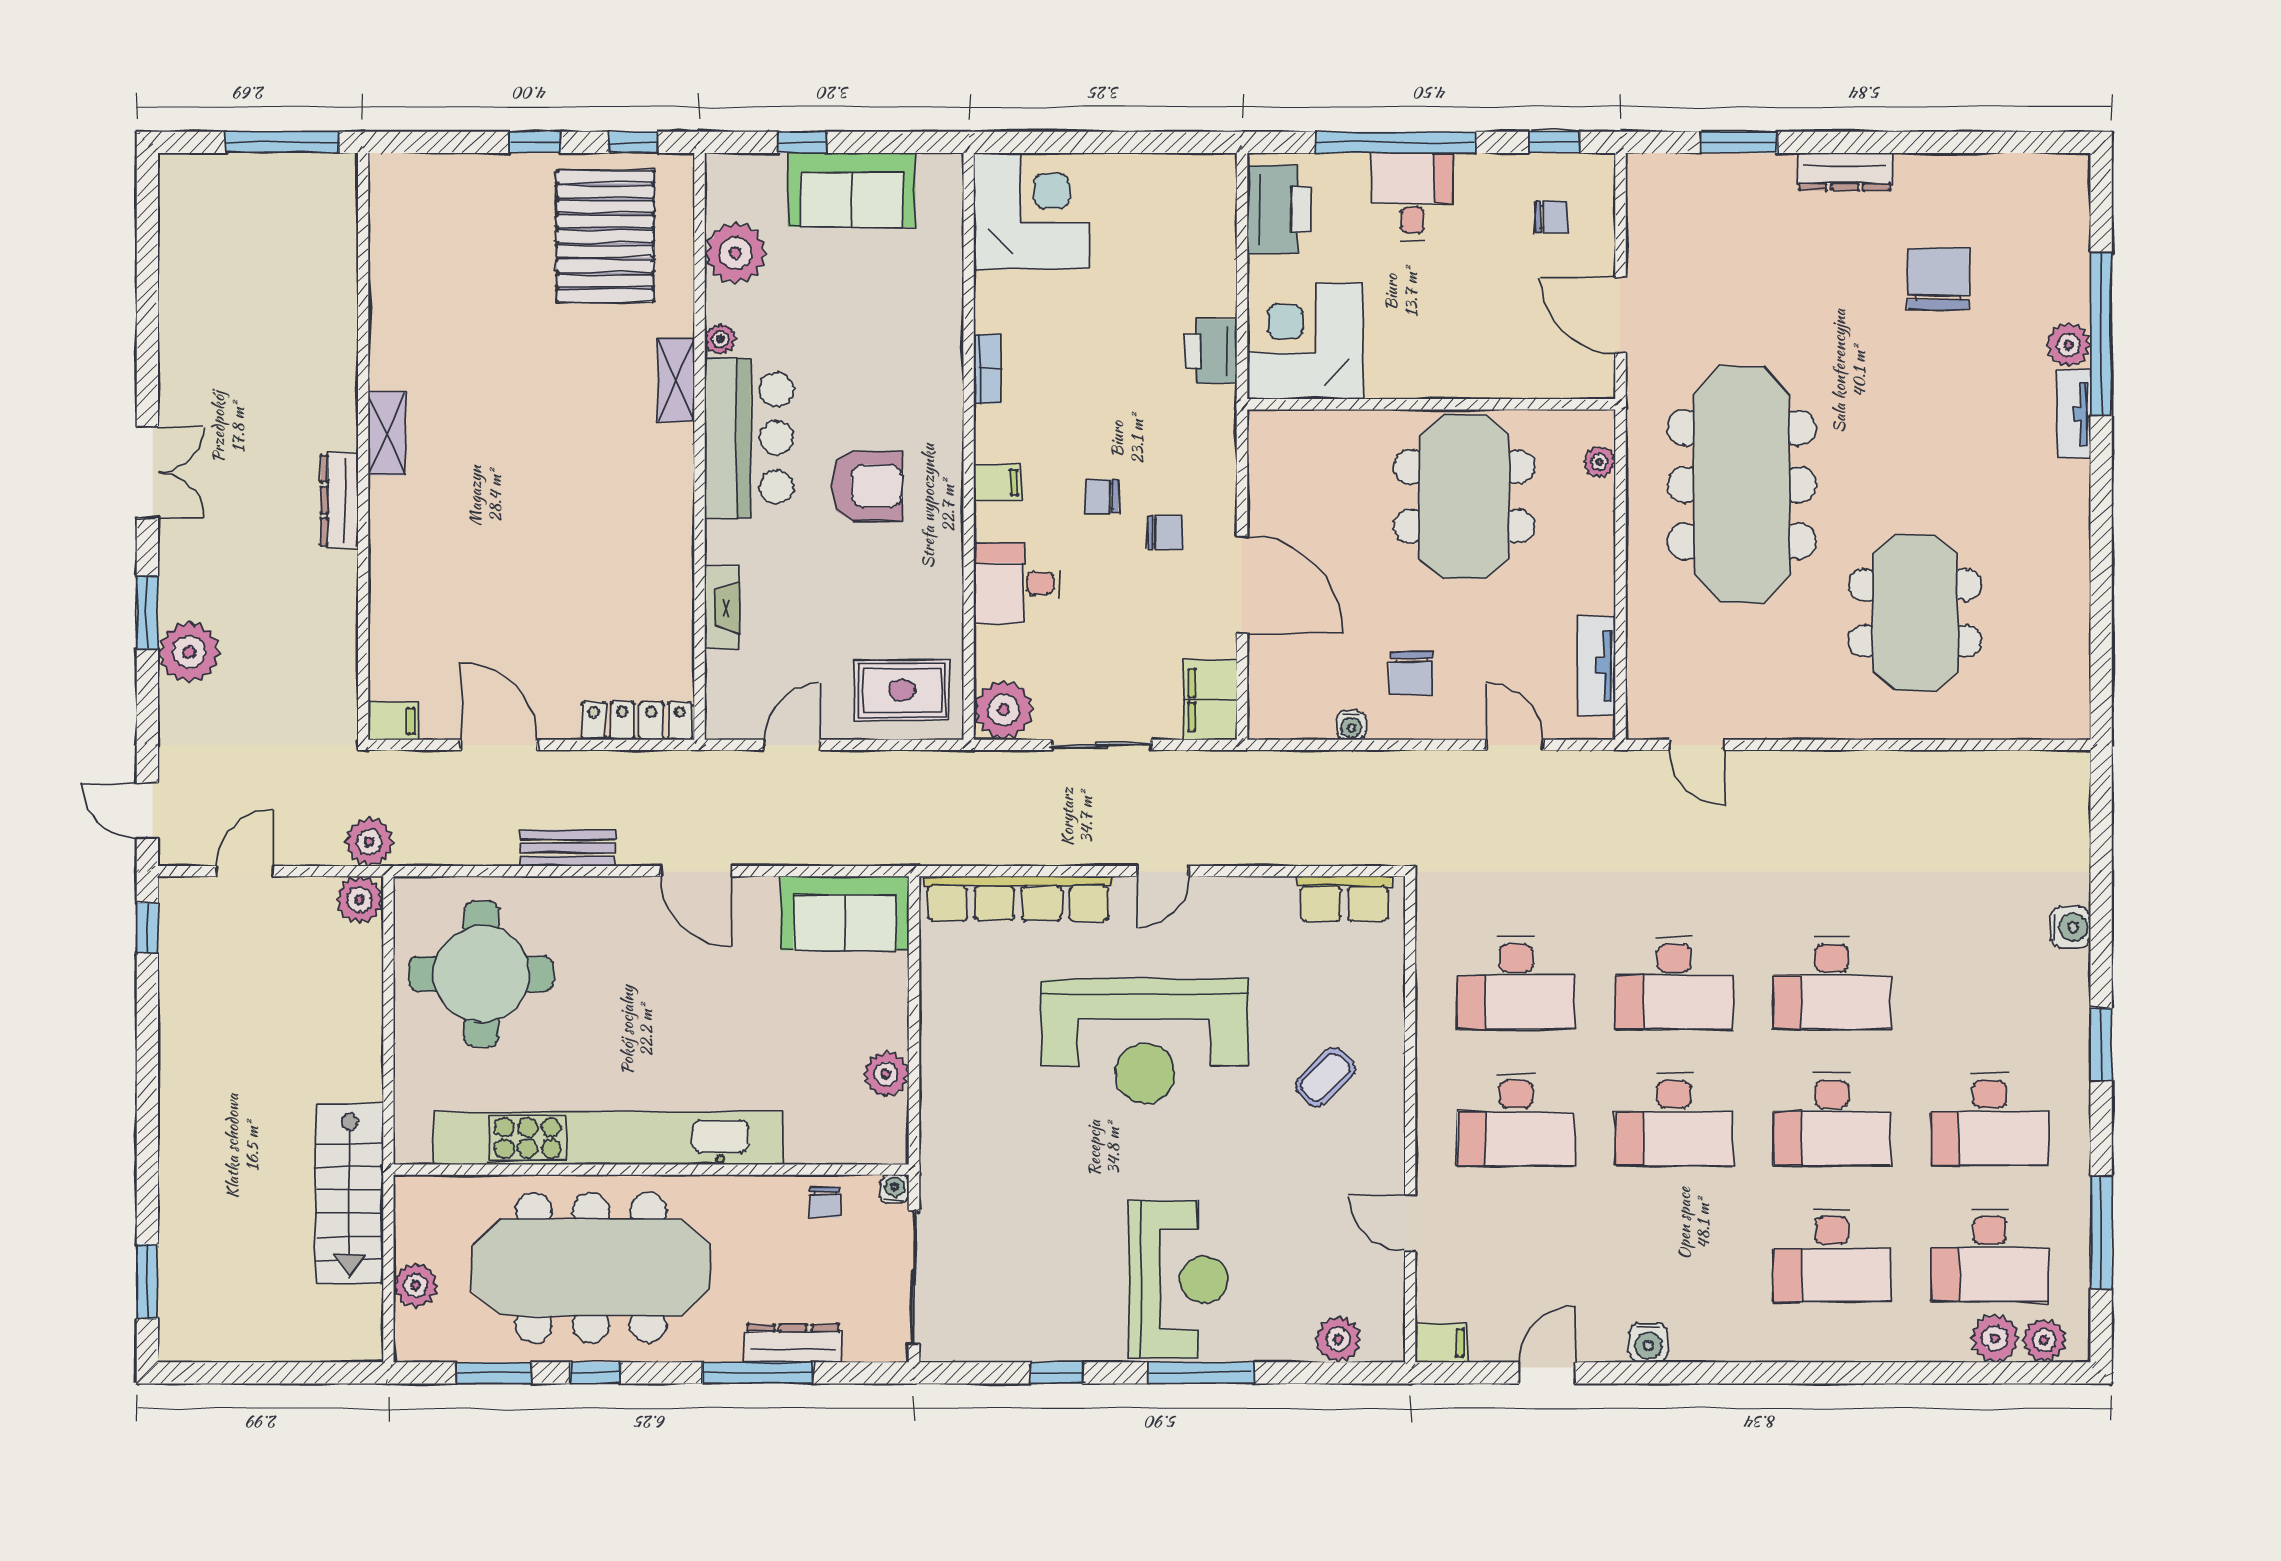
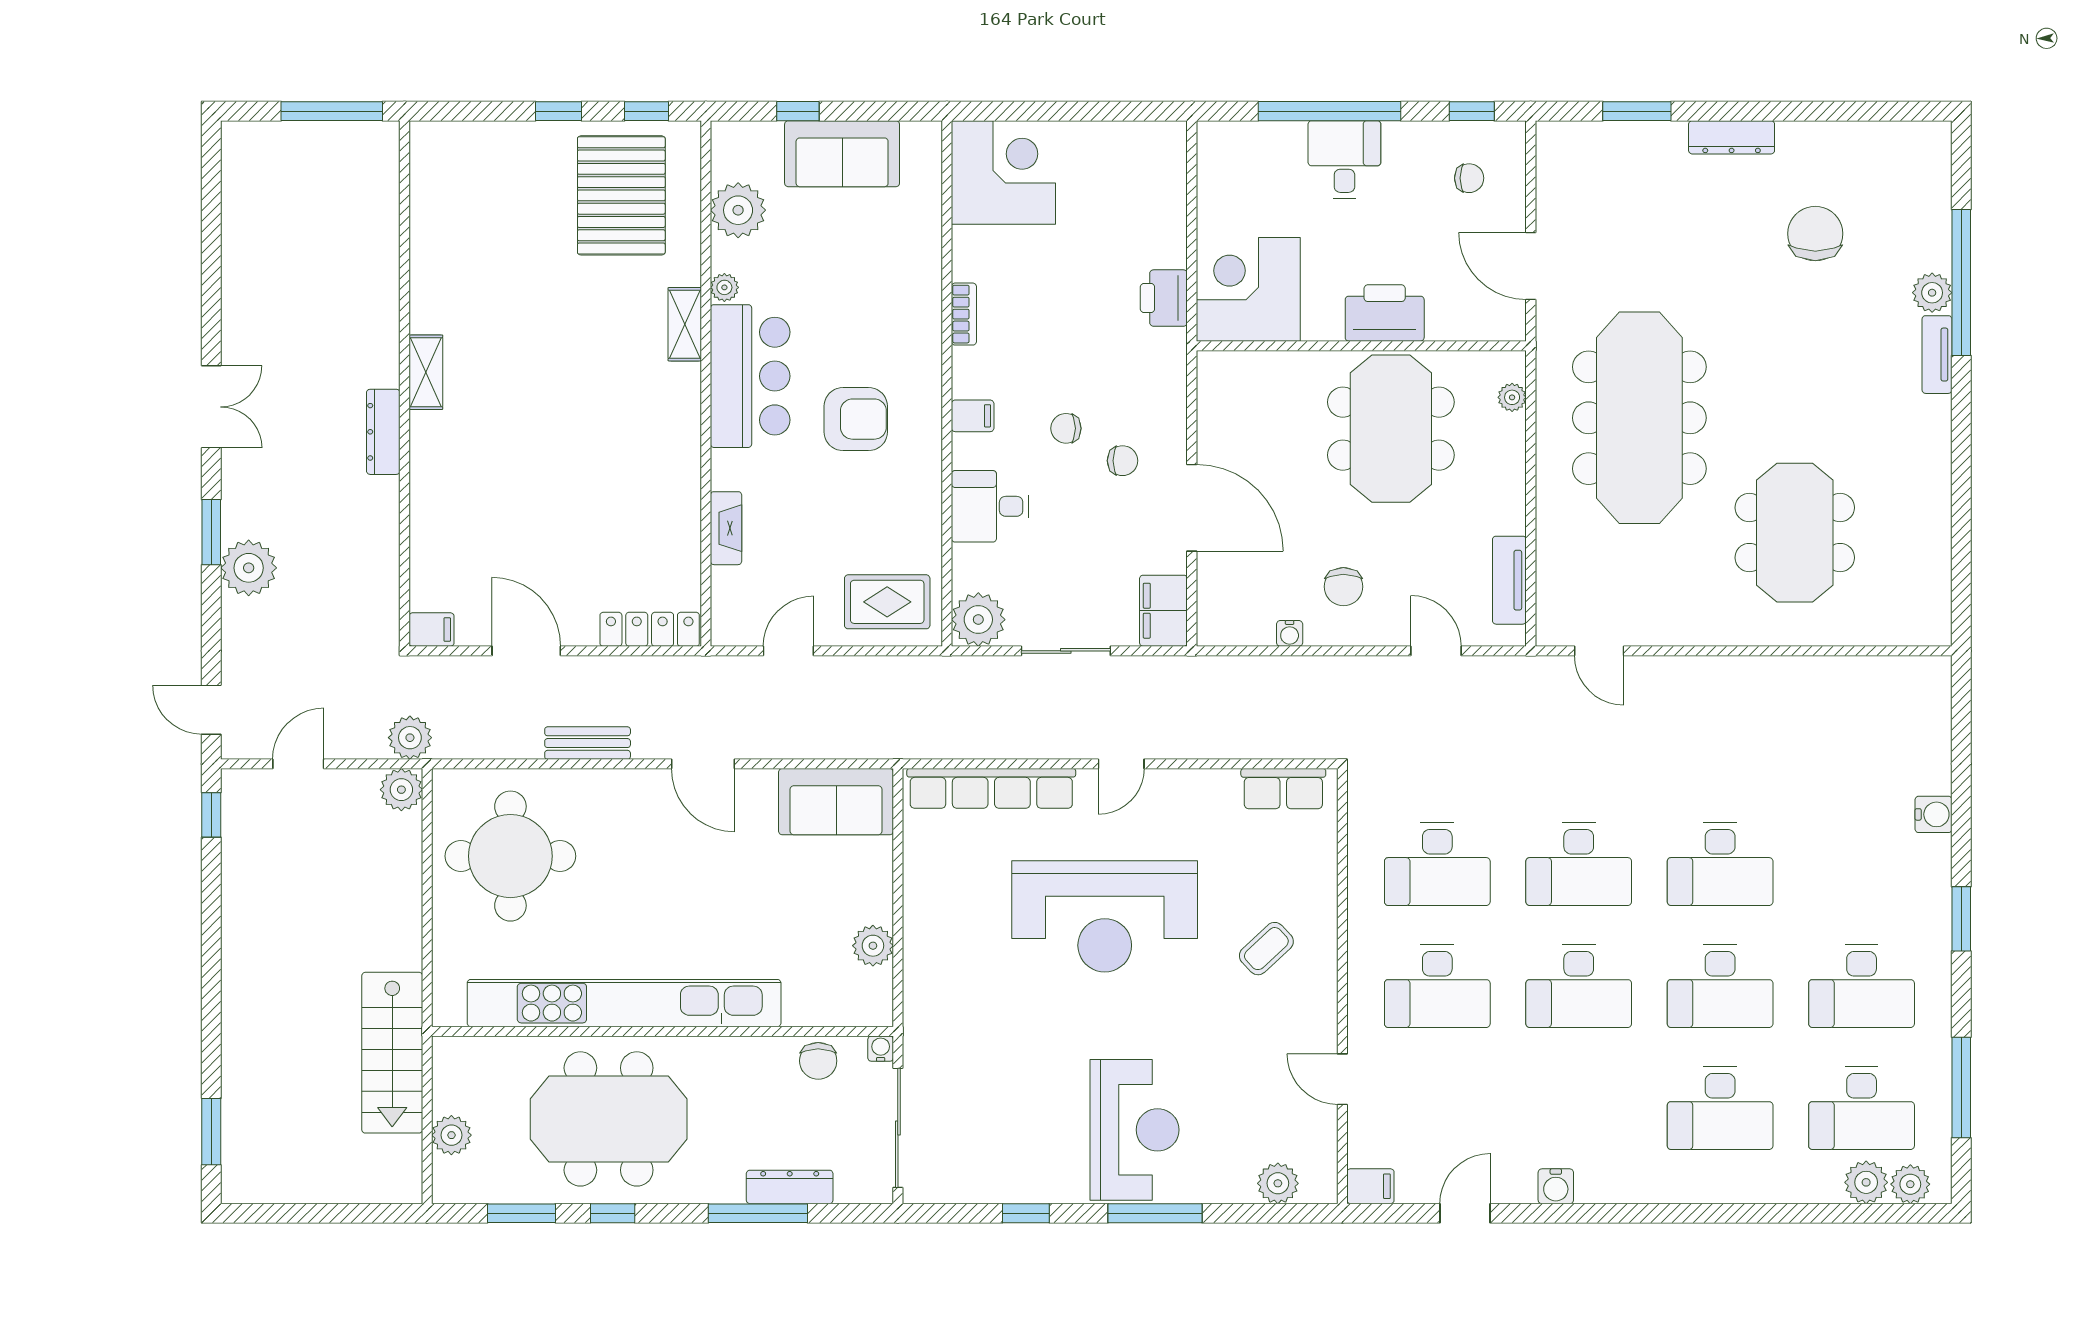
printer: (1279, 210) -> (1385, 313), moved, turned -90
chair: (825, 1203) -> (818, 1061), width x1.37, depth x1.37
meeting table: (591, 1267) -> (609, 1119), width x0.73

